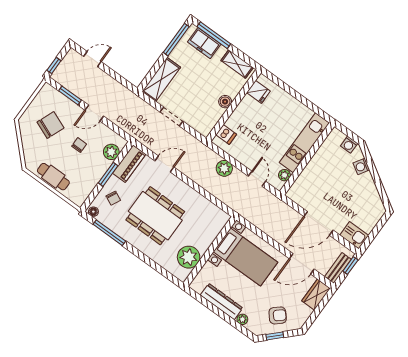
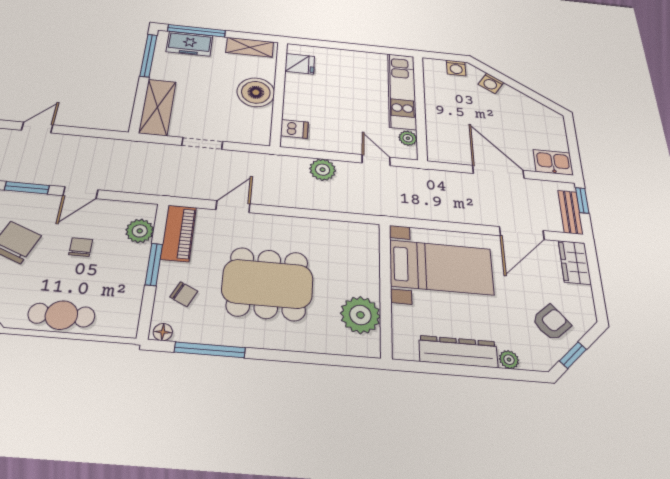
boiler: (225, 102) -> (256, 92), width x1.86, depth x1.86
door: (318, 223) -> (498, 172), swing flipped

